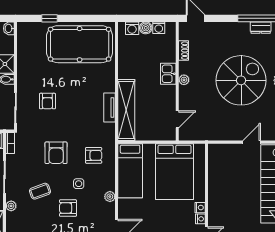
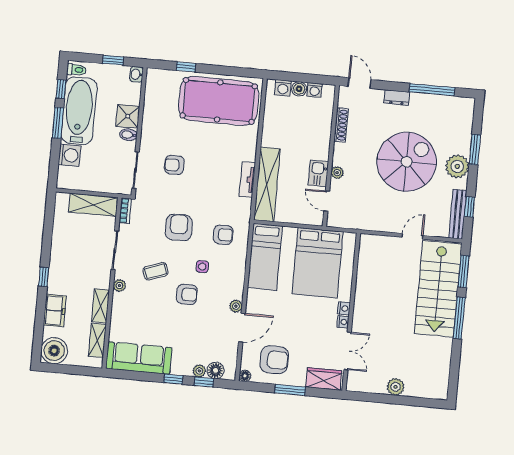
dresser: (261, 28) -> (397, 98), moved
shoe rack: (184, 51) -> (341, 125), width x1.43
kitchen sink: (168, 74) -> (318, 173), moved
plant: (184, 80) -> (337, 173), moved
armchair: (47, 101) -> (174, 165), turned 90
door: (177, 119) -> (327, 201), swing flipped
armchair: (56, 153) -> (179, 227), turned 180
plant: (110, 197) -> (236, 306), moved
armchair: (68, 208) -> (187, 294), turned 180

